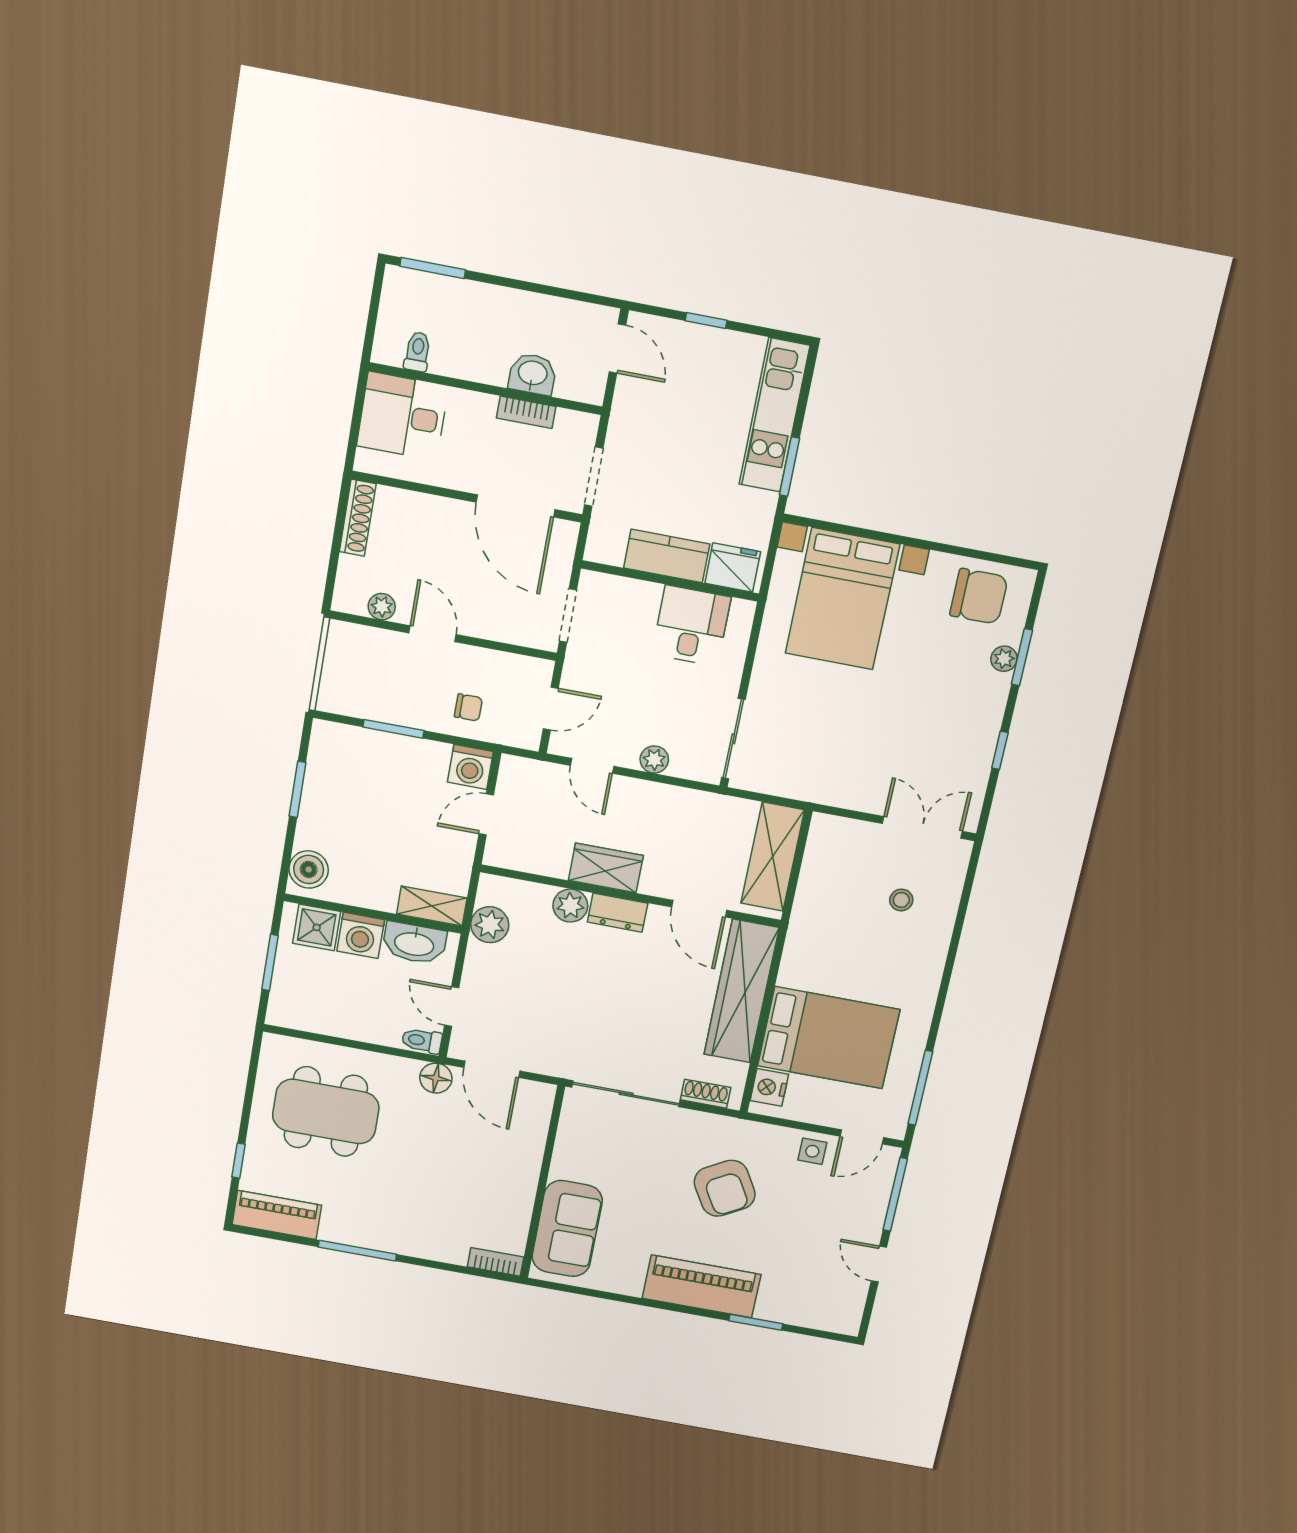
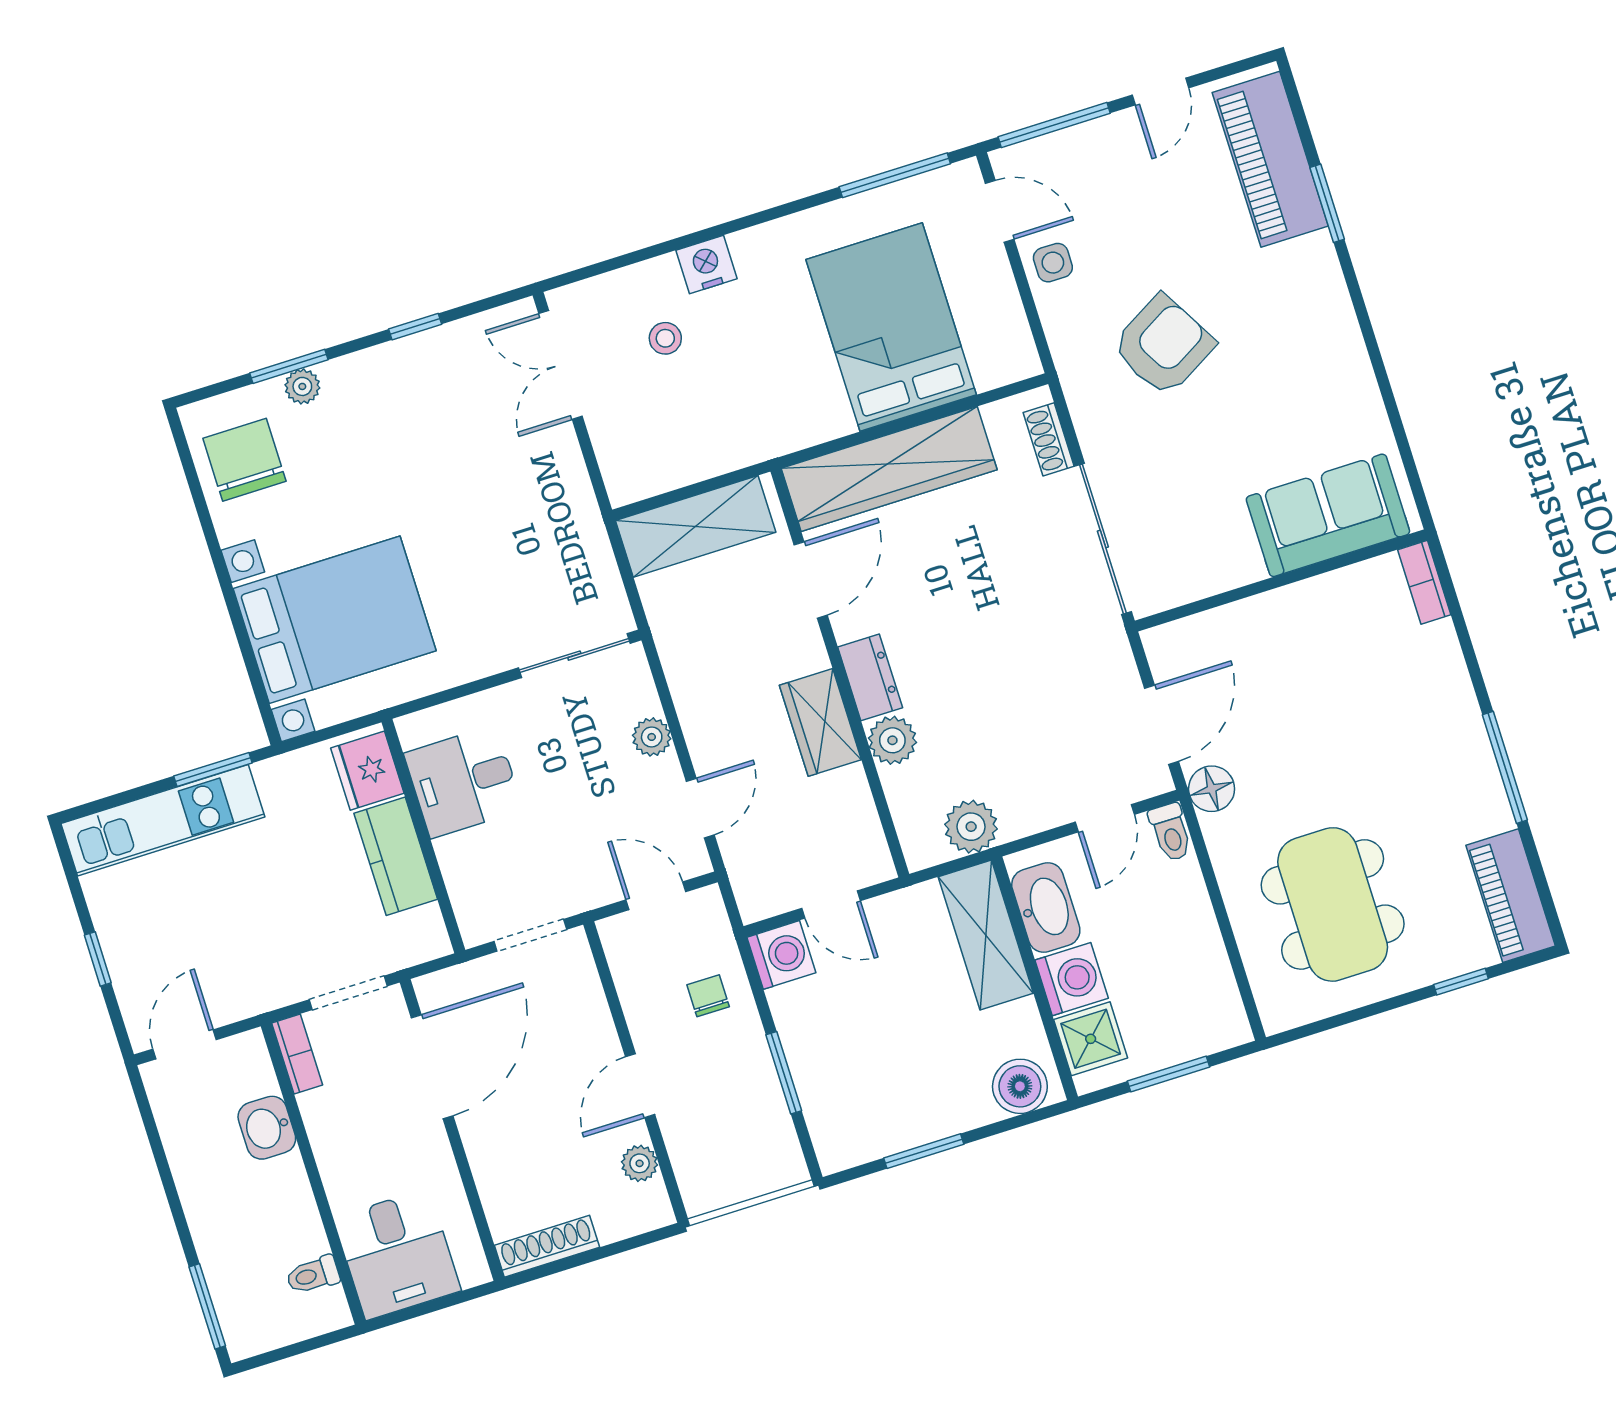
bookcase: (526, 412) -> (297, 1054), moved
shelving: (432, 906) -> (986, 935), width x1.50, depth x1.33
nightstand: (769, 1087) -> (707, 265), moved, turned 180
piano: (702, 1286) -> (1270, 159), moved

